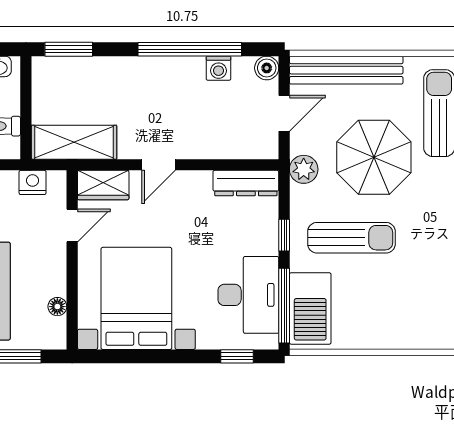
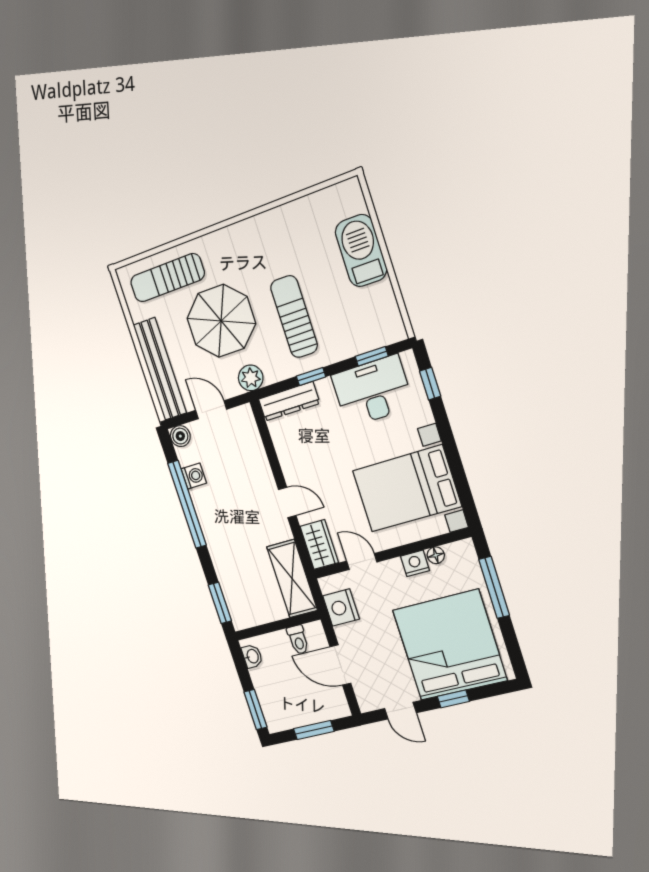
nightstand: (33, 182) -> (341, 608), width x1.36, depth x1.33
dresser: (246, 183) -> (289, 401), moved, turned 90
nightstand: (55, 282) -> (415, 563), added
window: (284, 306) -> (372, 356), width x0.46
barbecue: (310, 308) -> (361, 251), moved, turned -90

